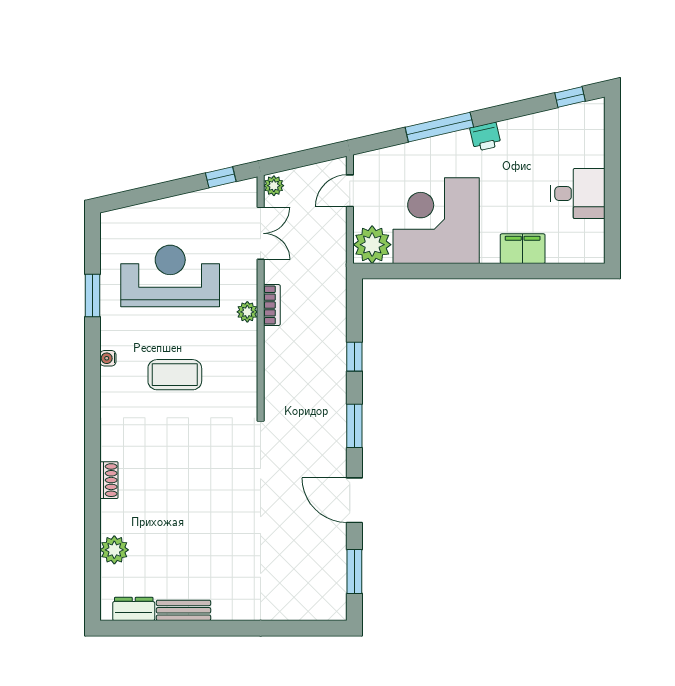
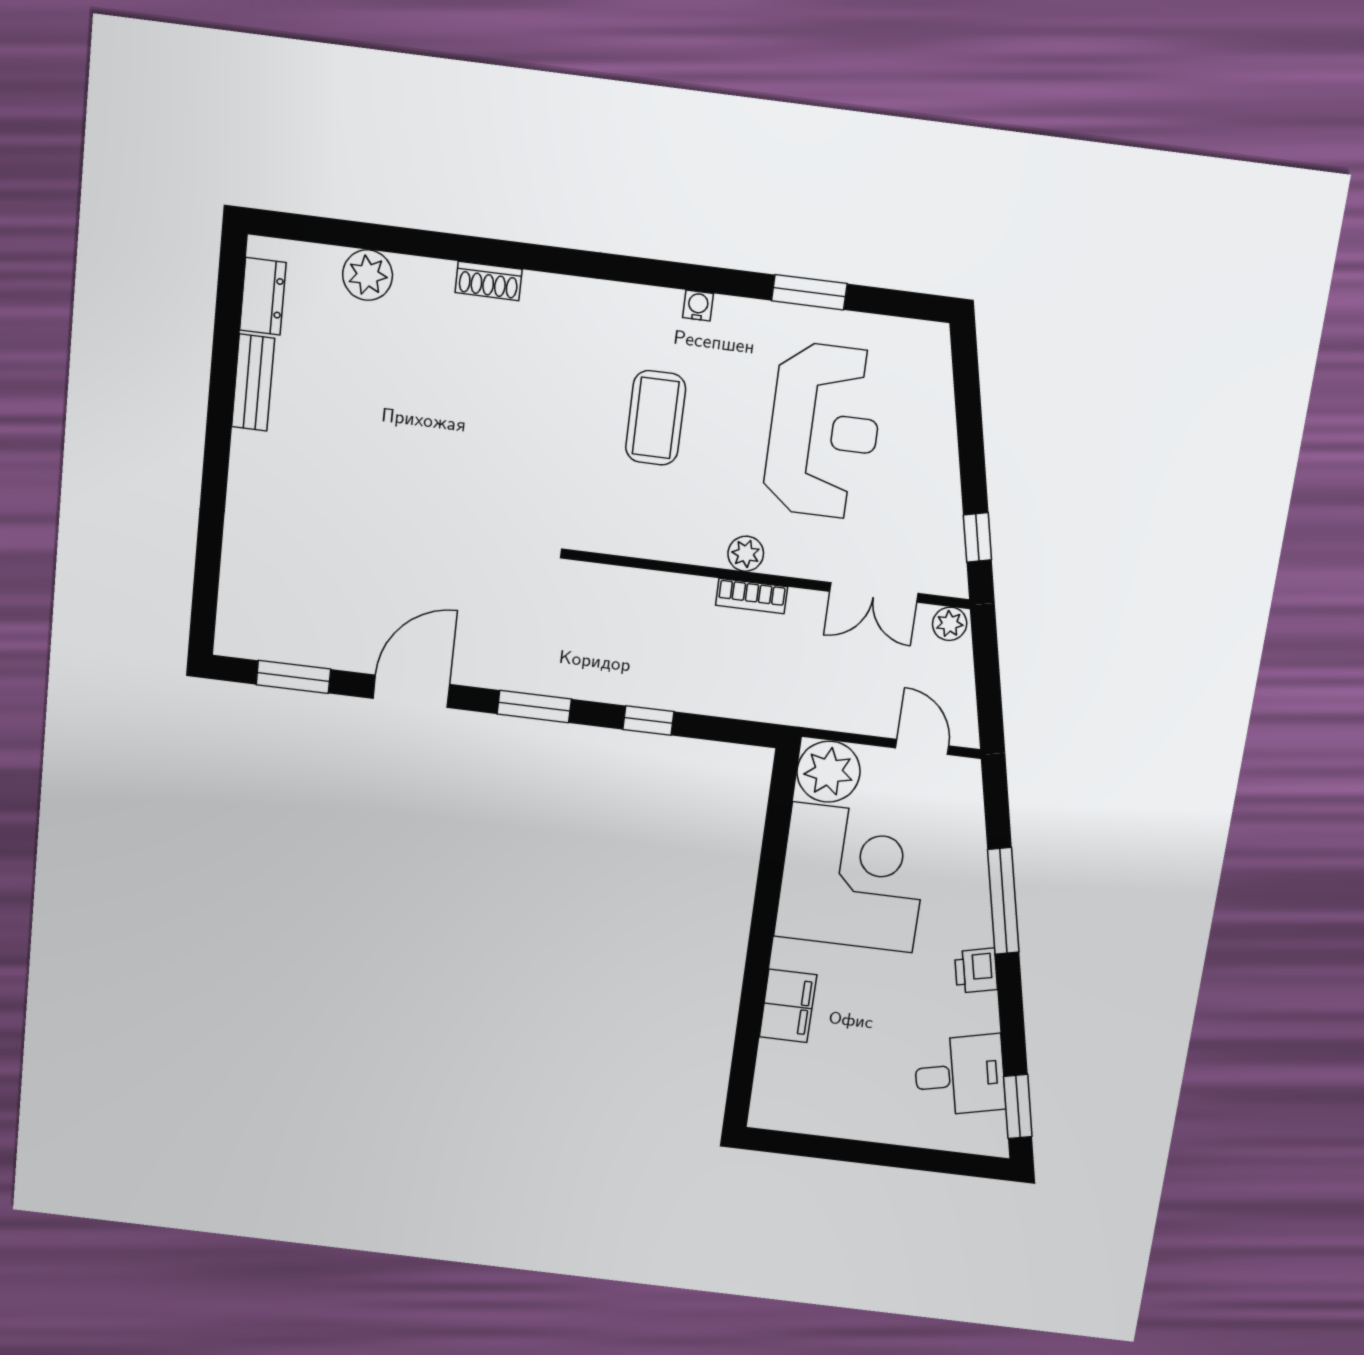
window: (570, 97) -> (1018, 1107), width x1.50
desk: (578, 194) -> (960, 1075), moved, turned -103

